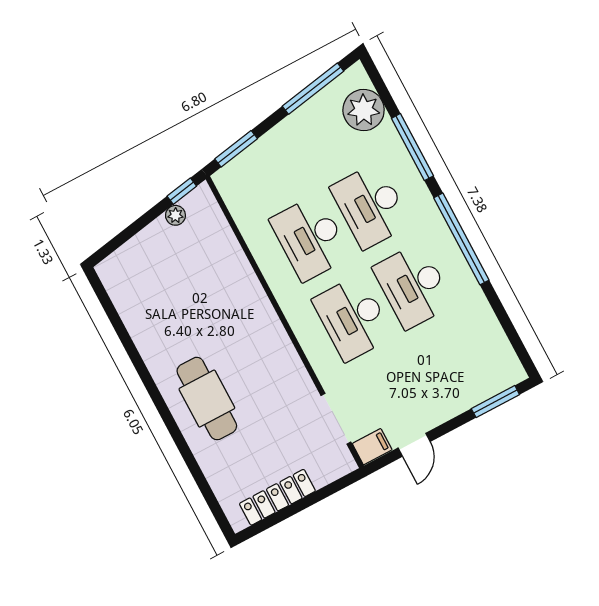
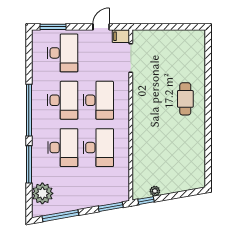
desk: (456, 366) -> (63, 53), added
cafe table: (207, 399) -> (185, 99), width x0.73, depth x0.74
locker: (277, 497) -> (177, 36), removed

